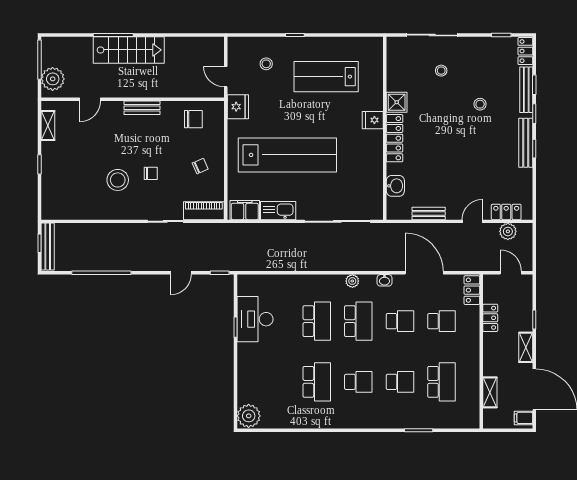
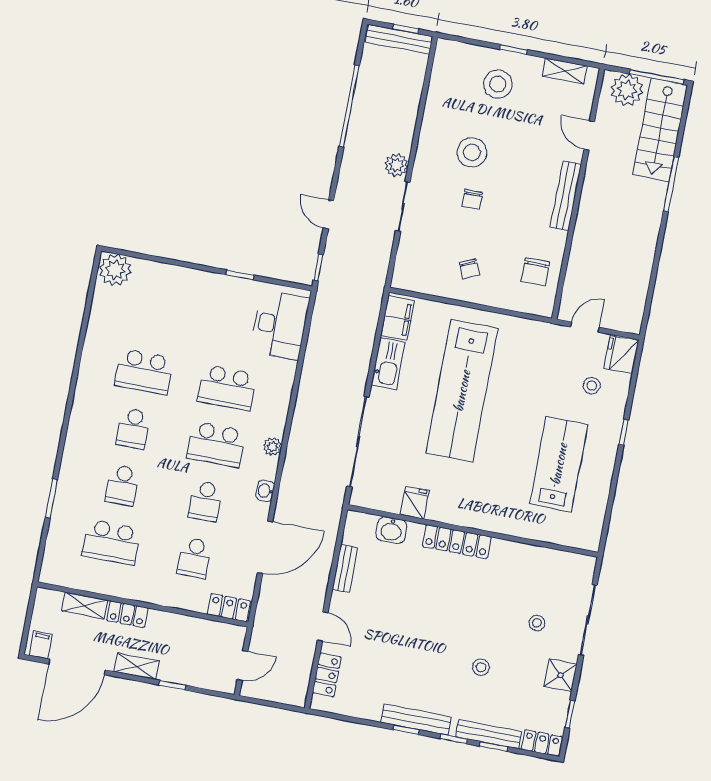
stairs: (129, 50) -> (660, 130), moved
shower: (397, 102) -> (561, 675), moved
fridge: (238, 107) -> (621, 355), moved, turned 90
bench: (142, 108) -> (566, 196), width x1.36
fridge: (373, 120) -> (414, 503), moved
stool: (66, 171) -> (498, 84), added
piano: (204, 211) -> (407, 262), removed
plant: (508, 231) -> (396, 165), moved
locker: (490, 318) -> (127, 614), moved
desk: (255, 319) -> (280, 325), moved, turned 90

